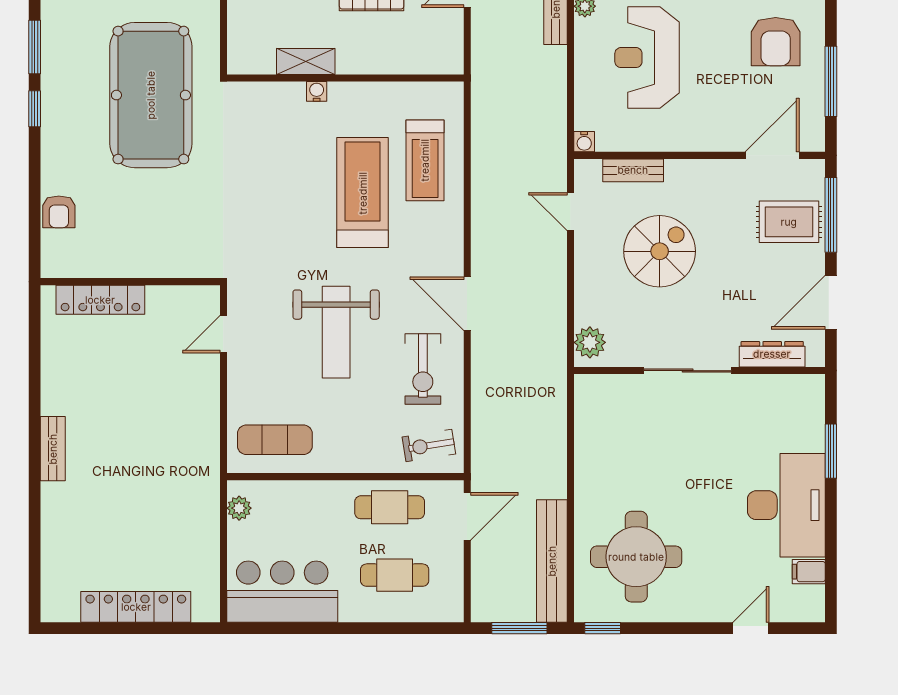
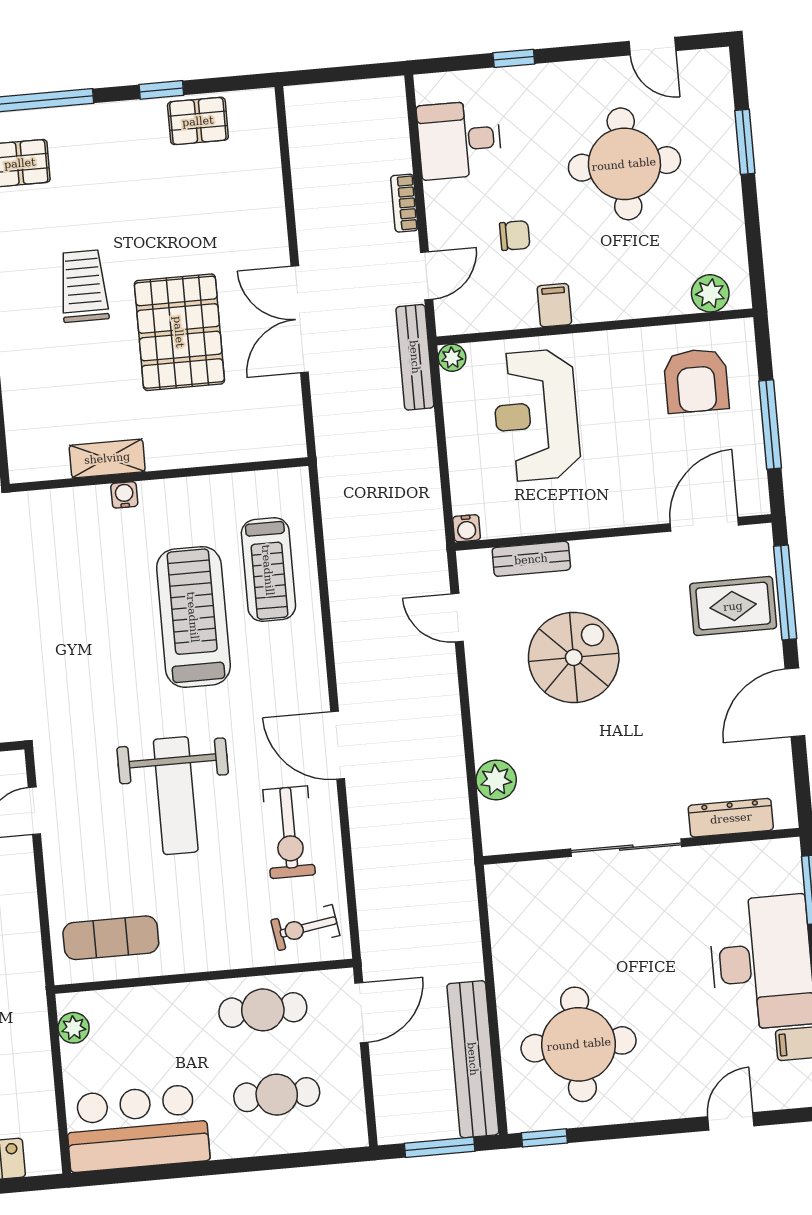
dresser: (772, 354) -> (731, 818), moved
sliding door: (688, 371) -> (626, 848), moved
wall: (700, 371) -> (641, 846), moved

